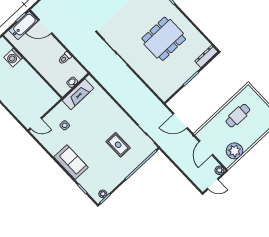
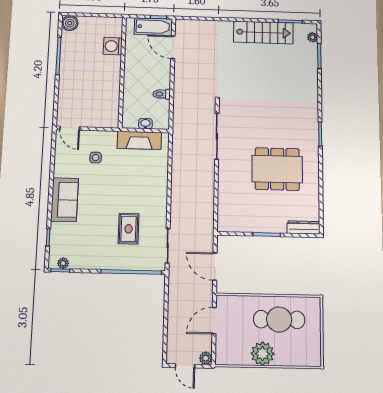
cafe table: (238, 116) -> (279, 320), width x1.37, depth x1.35
plant: (235, 151) -> (263, 354), moved

